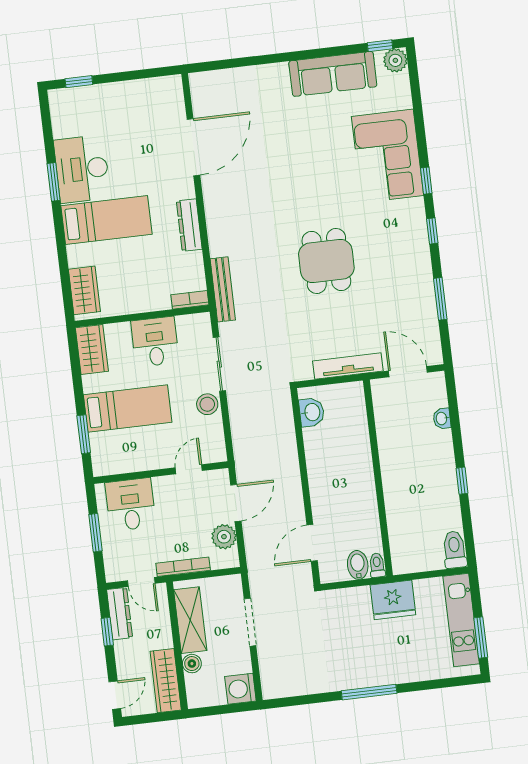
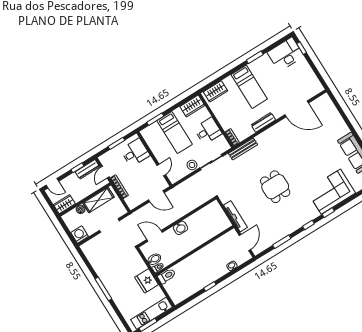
desk: (82, 169) -> (286, 54), moved
dining table: (326, 261) -> (275, 187), turned 90
washbasin: (312, 412) -> (180, 228), moved
door: (189, 469) -> (161, 170), hinge flipped
plant: (224, 537) -> (140, 198), removed
toilet: (455, 550) -> (167, 276), moved
wardrobe: (166, 681) -> (64, 204), width x0.67

